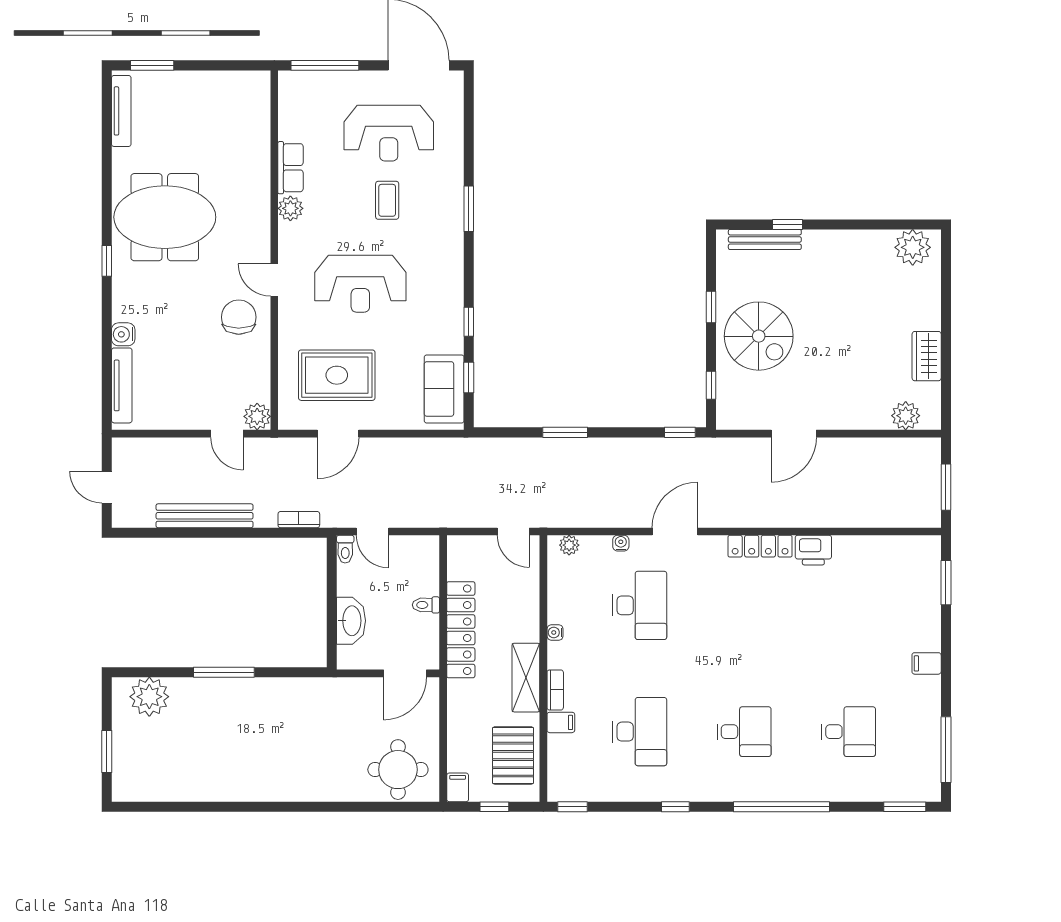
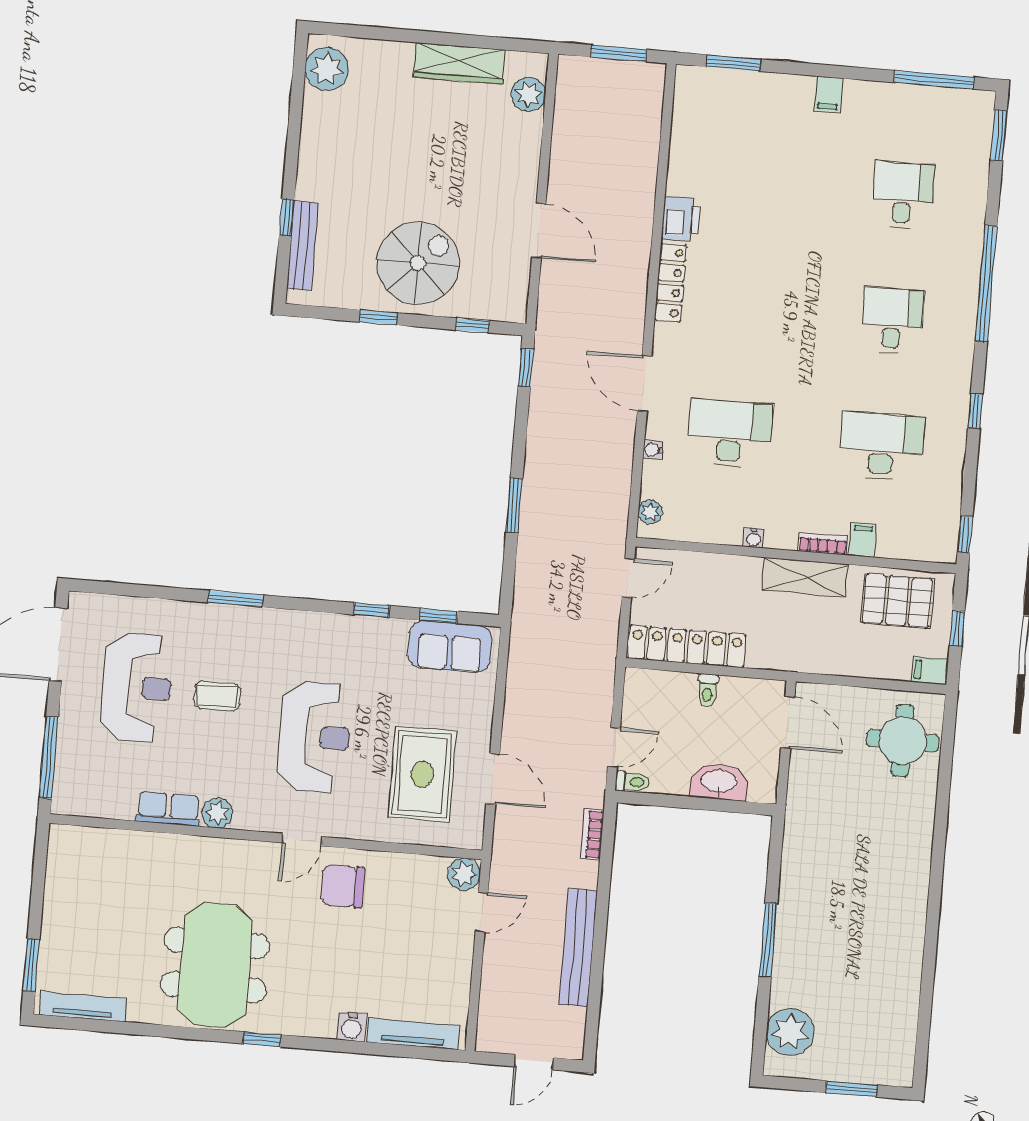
wardrobe: (927, 356) -> (459, 63), width x1.50
locker: (461, 630) -> (687, 646), moved

